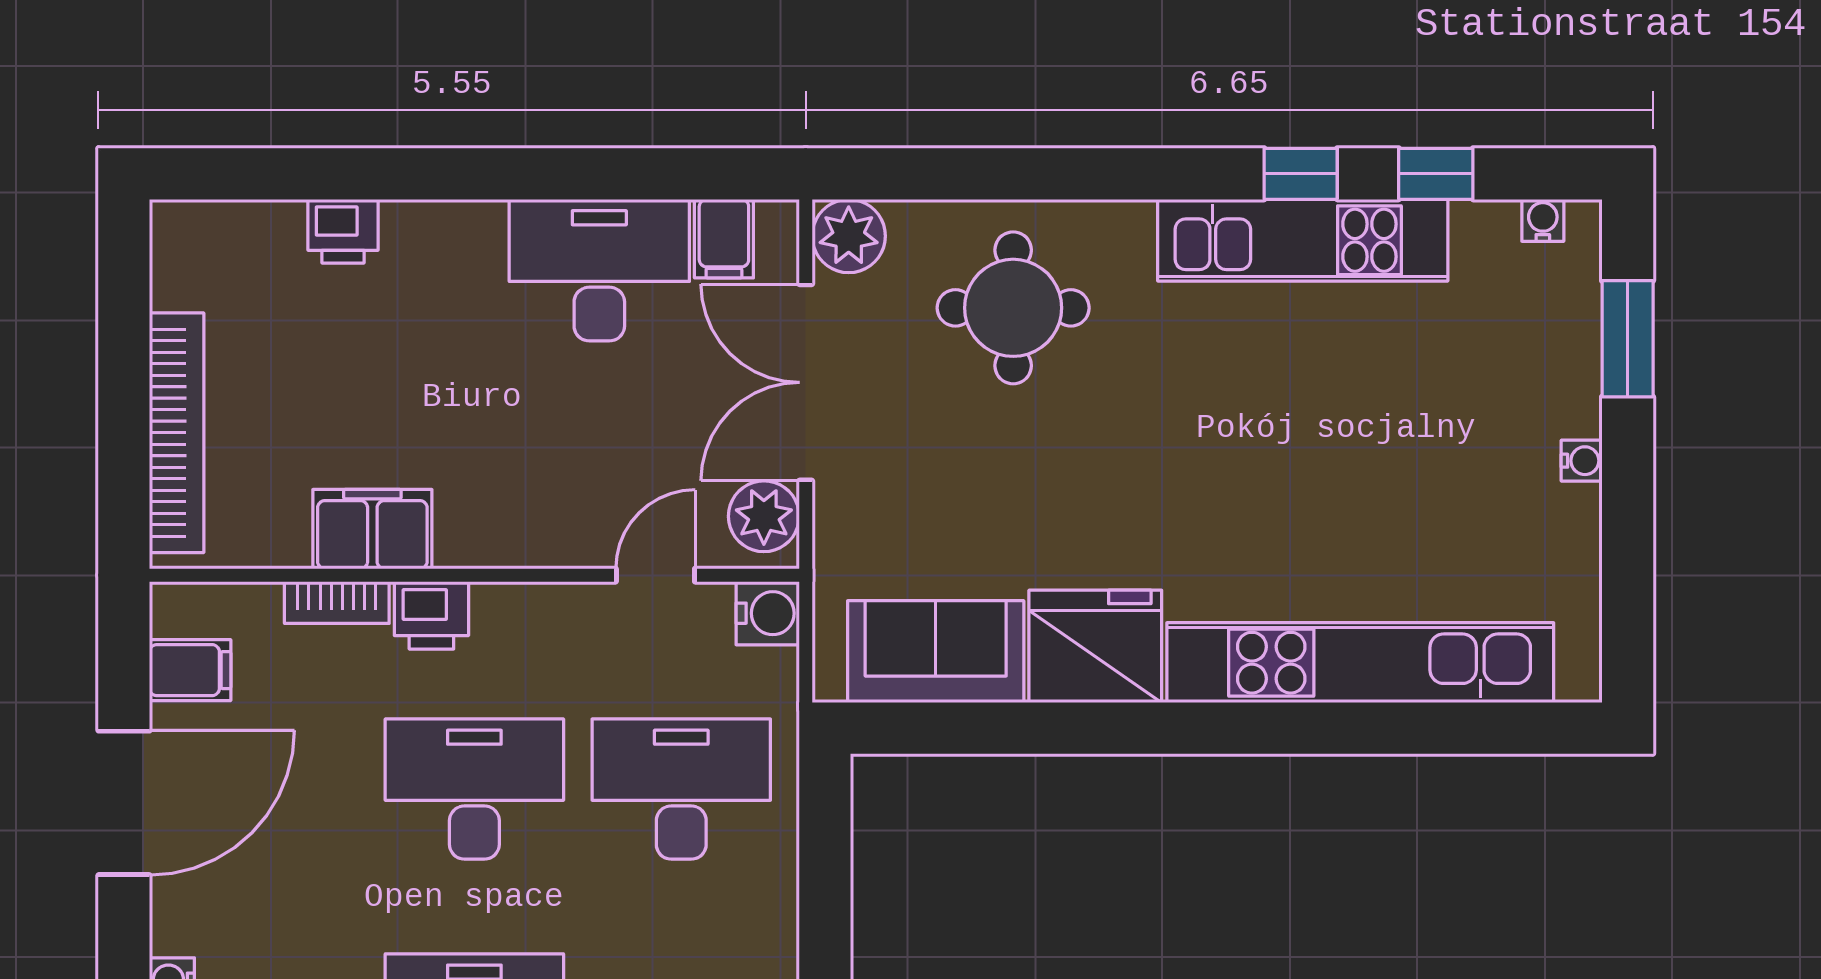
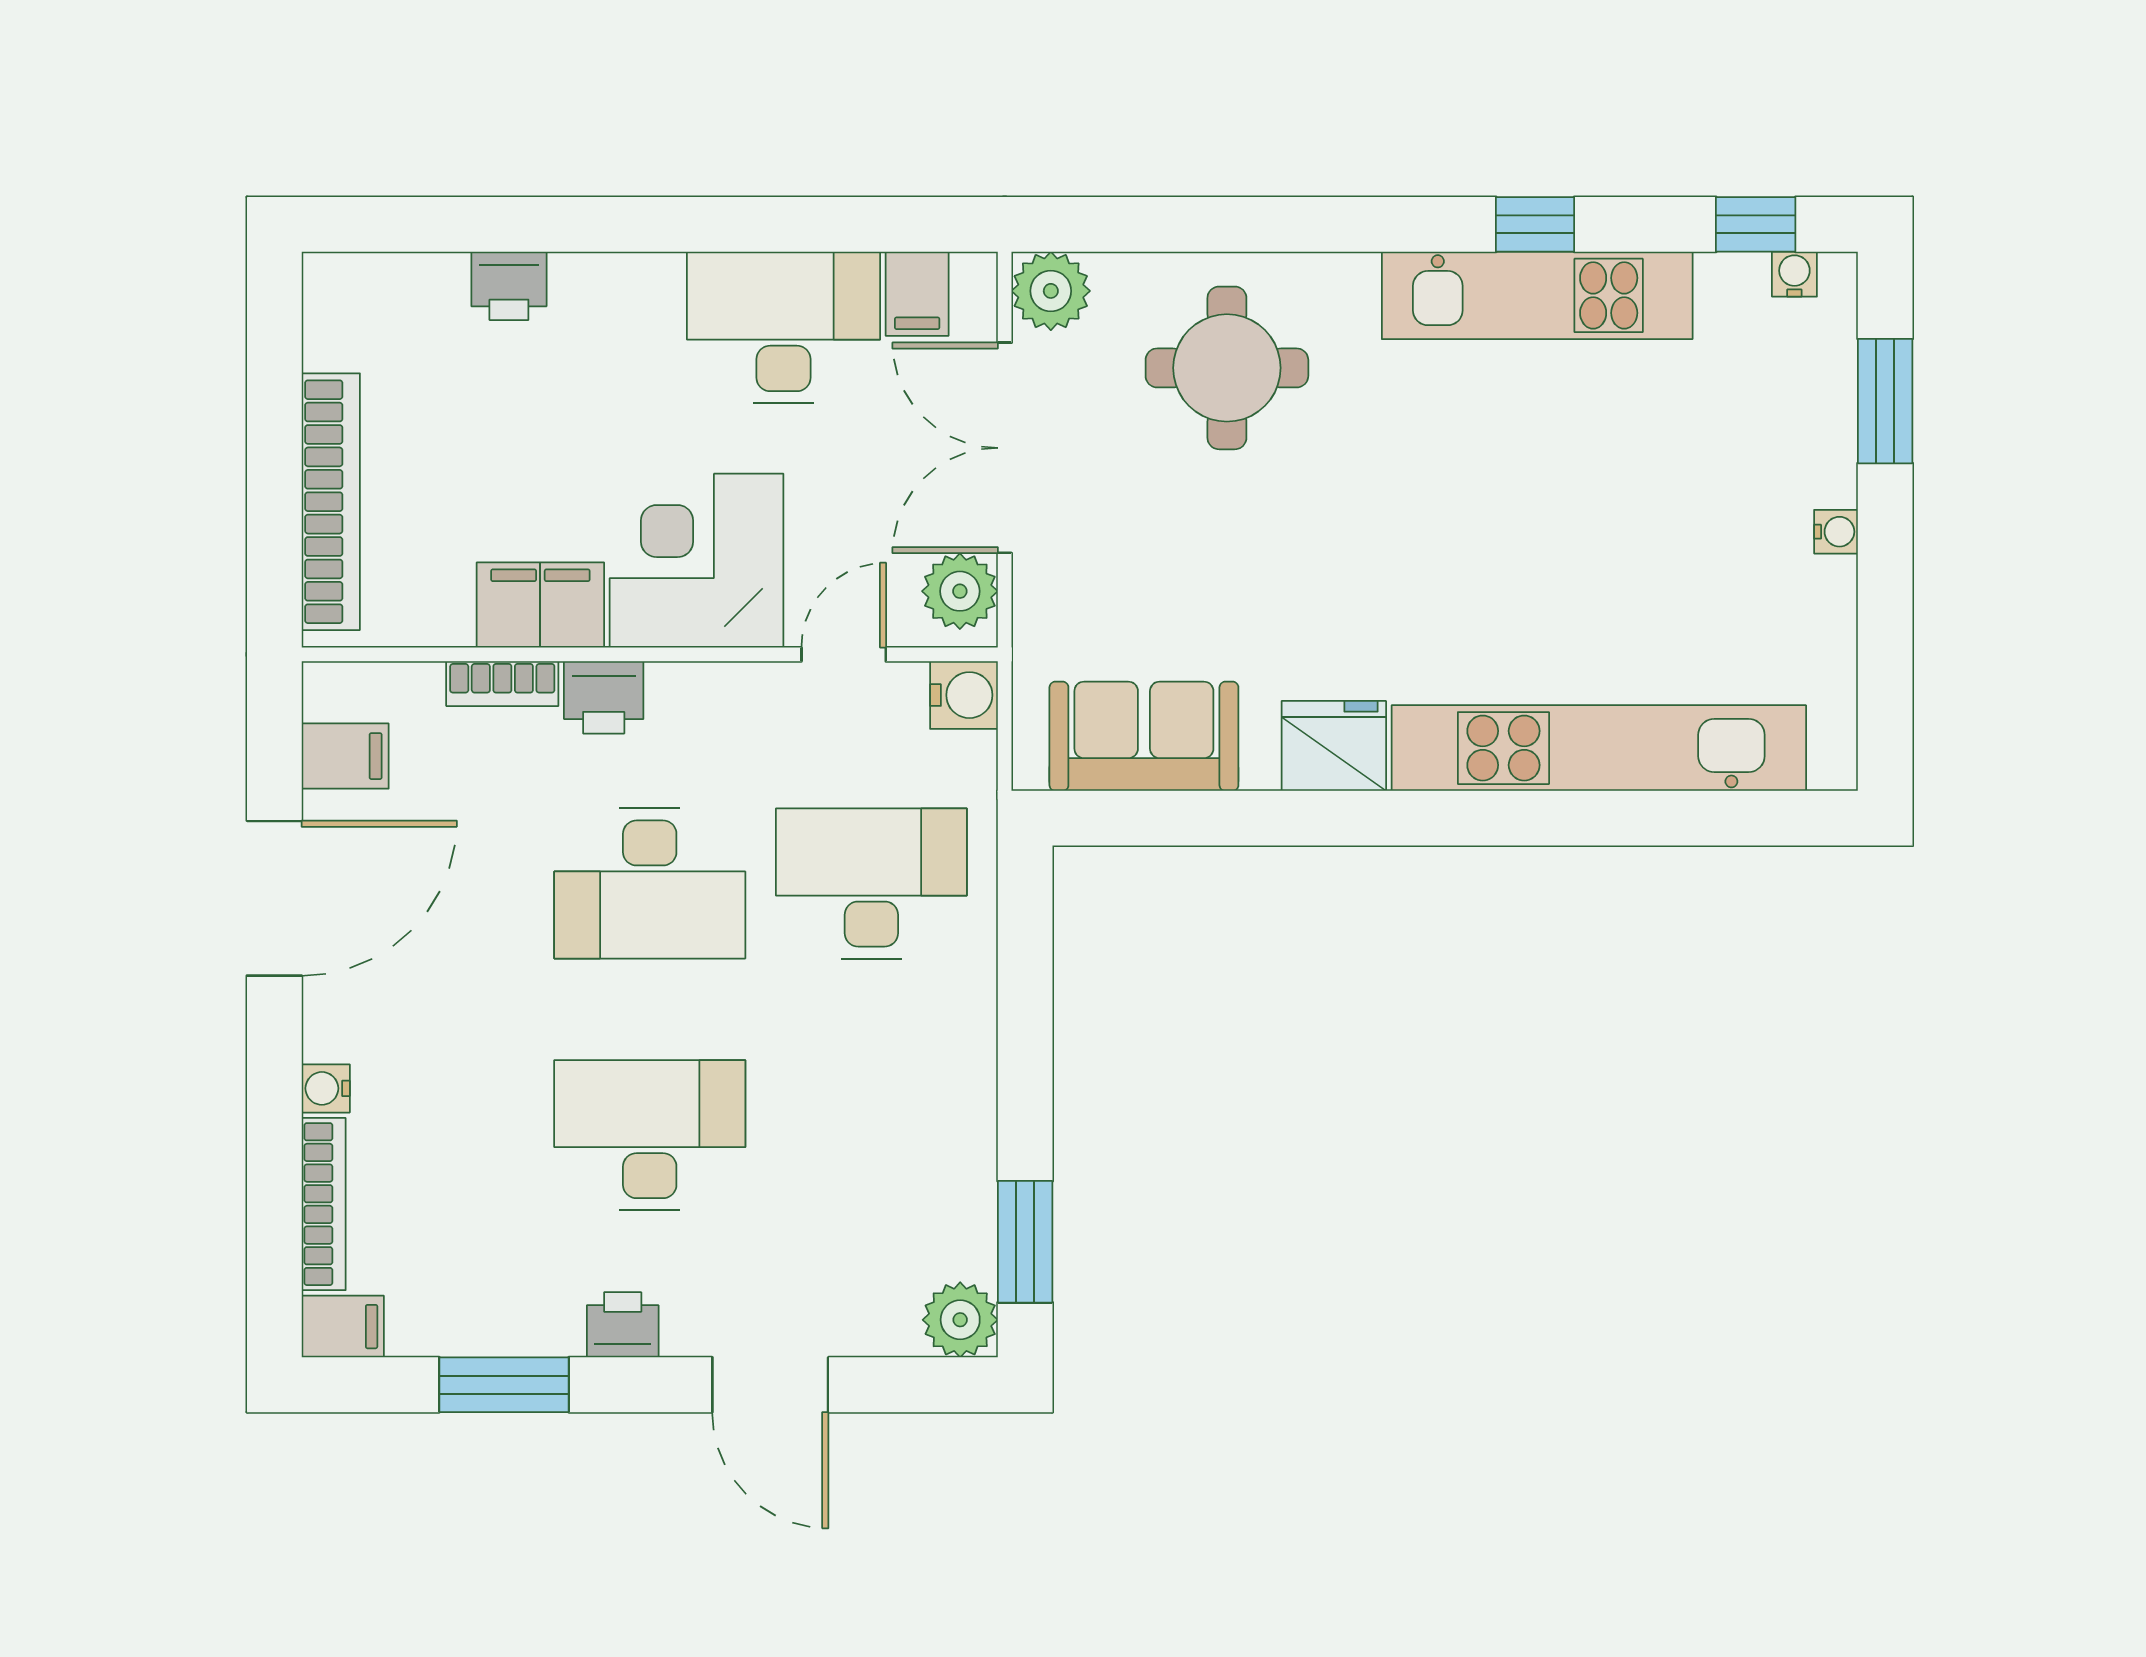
window: (1436, 174) -> (1756, 224), moved
corner desk: (518, 488) -> (697, 561), added
fridge: (1095, 646) -> (1334, 746), width x0.73, depth x0.75
desk: (474, 789) -> (650, 883), turned 180

